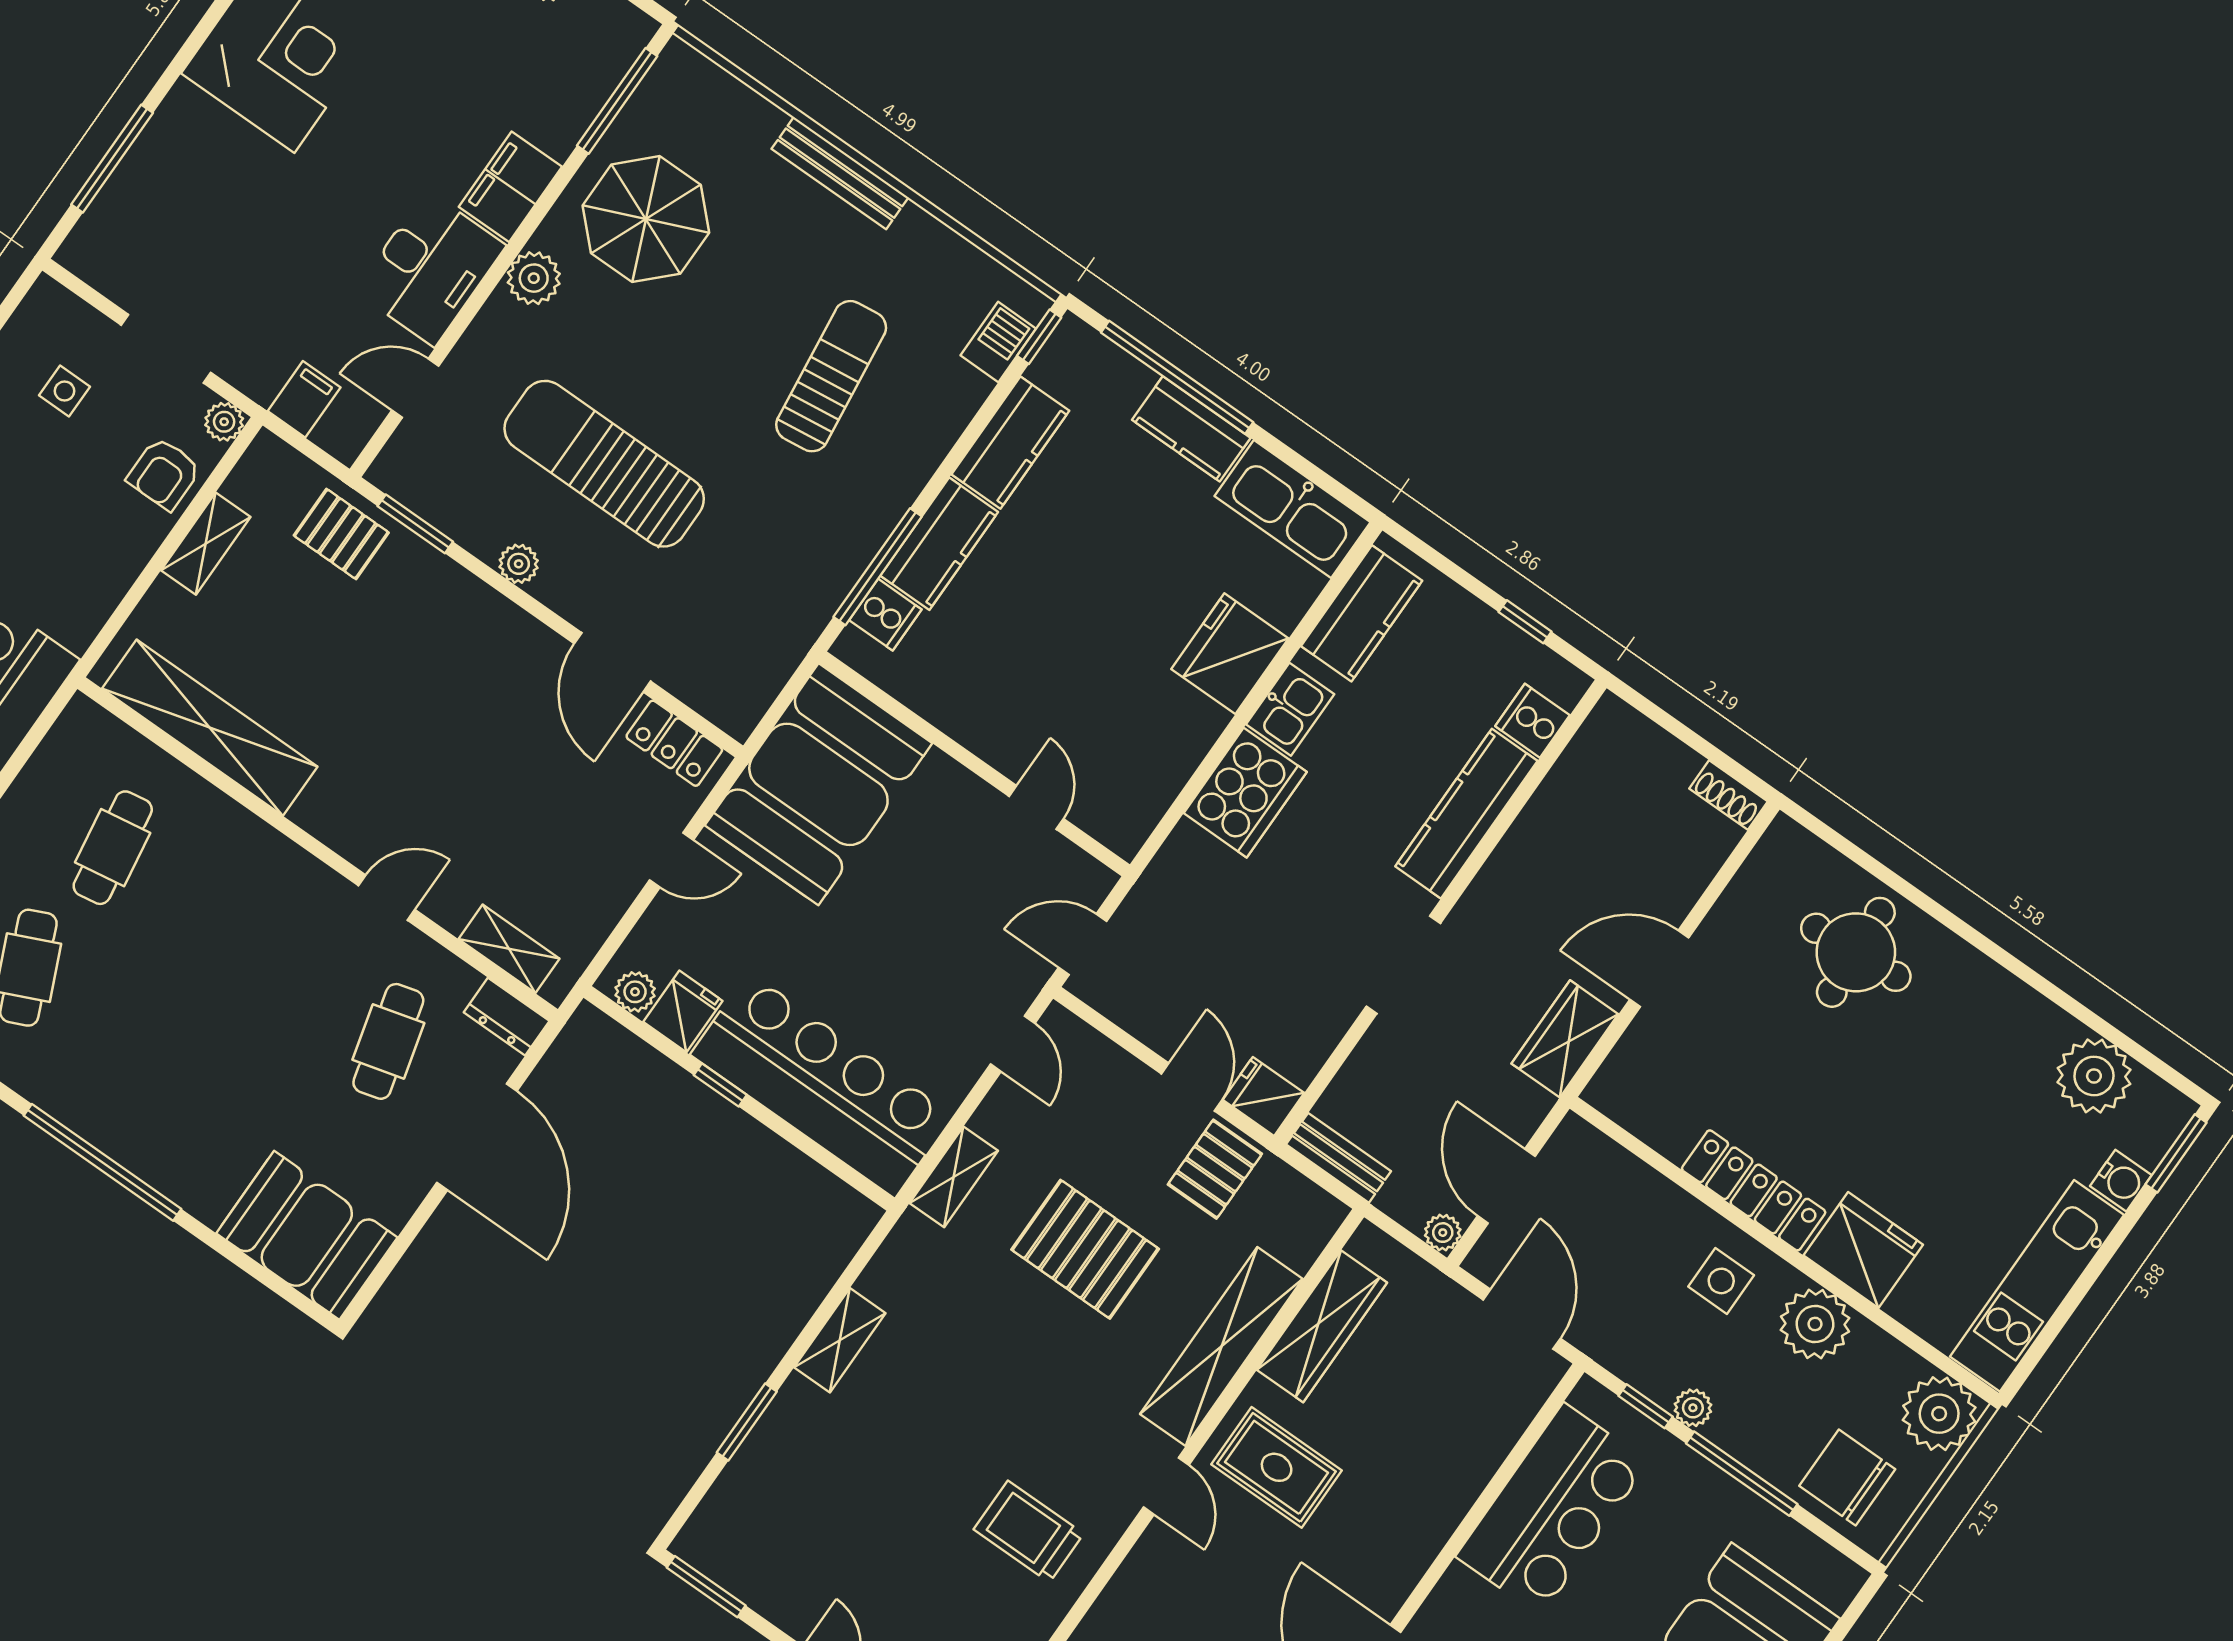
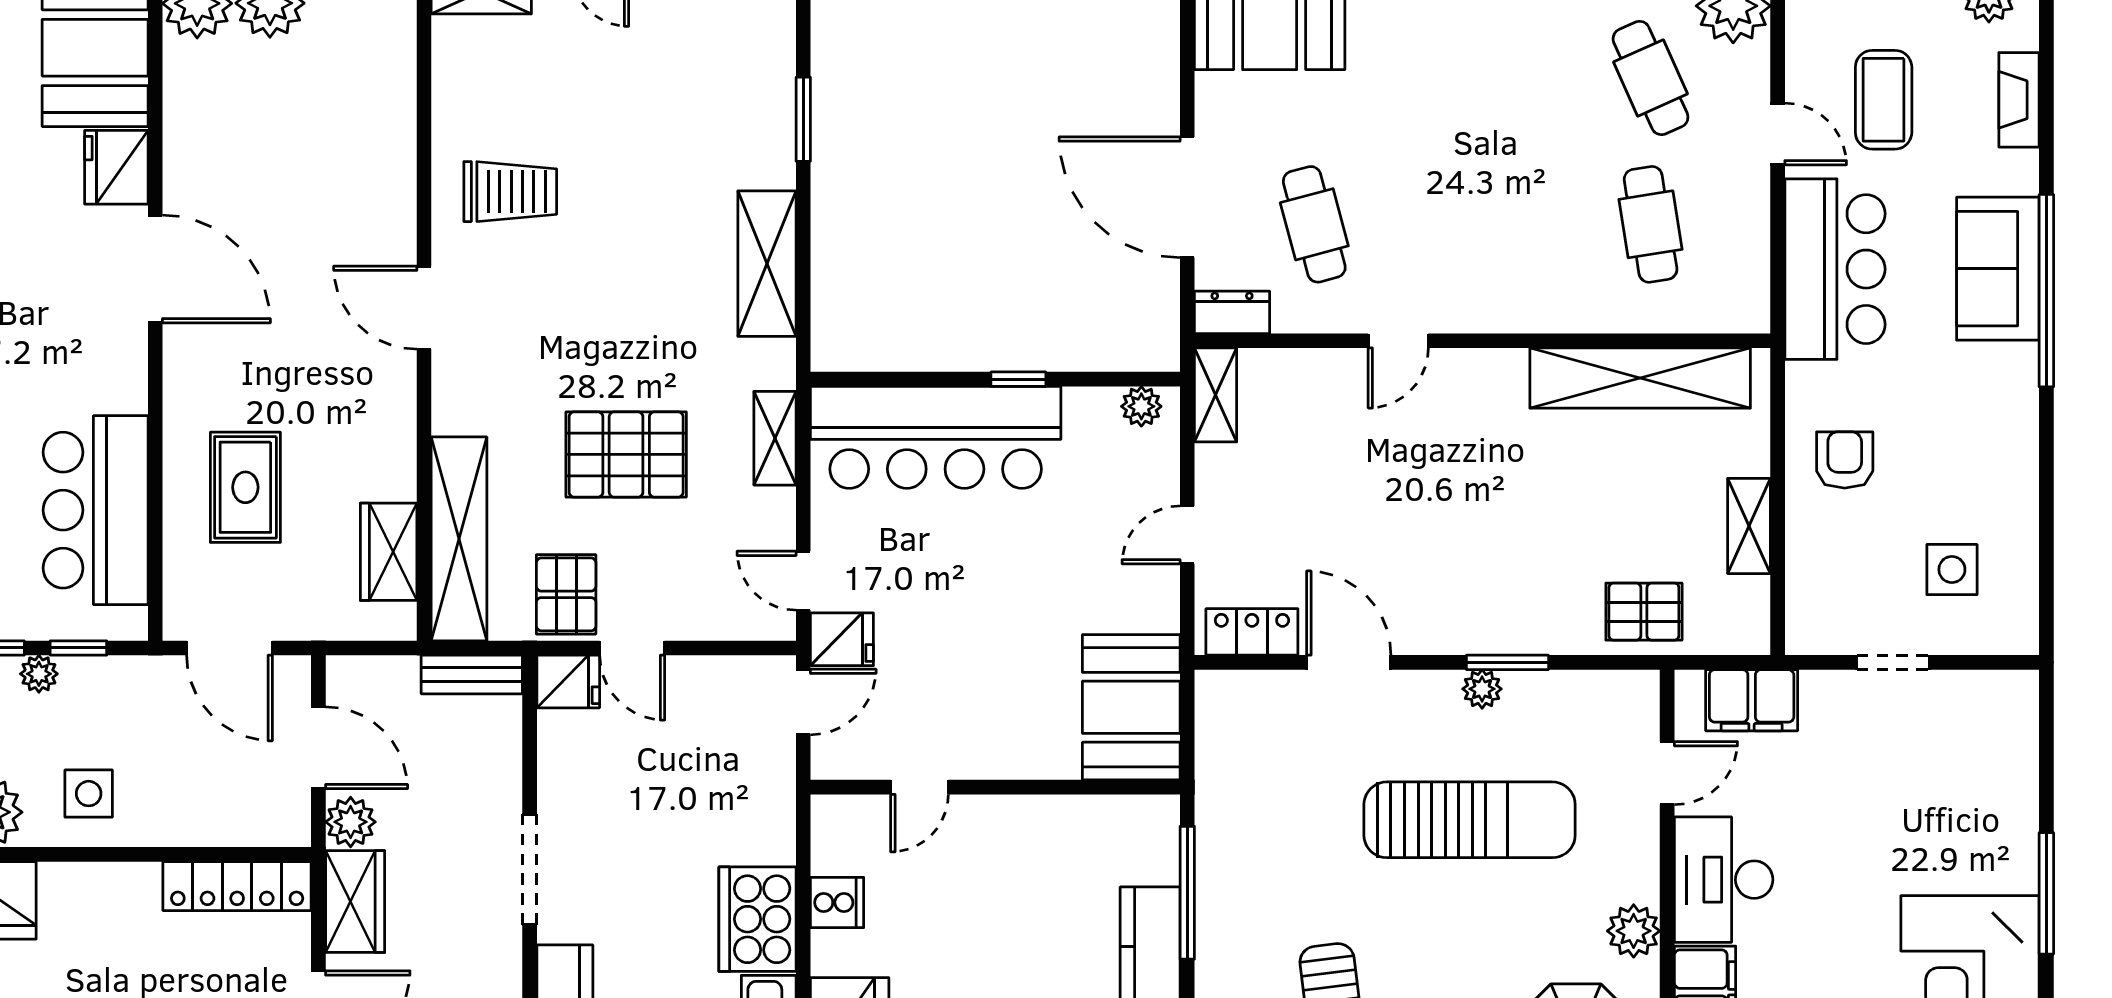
window: (112, 159) -> (2046, 893), moved
doorway: (166, 349) -> (1893, 662), width x0.73
side table: (65, 391) -> (1952, 570), width x1.37, depth x1.37
filing cabinet: (304, 399) -> (1752, 700), width x2.00
plant: (224, 422) -> (1804, 636), removed
armchair: (164, 474) -> (1845, 460), moved
window: (415, 524) -> (1507, 662), moved
cooker: (885, 615) -> (837, 903), moved, turned 180
booth: (818, 784) -> (1131, 707), width x0.73, depth x0.70
door: (1036, 807) -> (919, 787), hinge flipped
shelving: (509, 949) -> (1216, 395), moved, turned 90
fridge: (683, 1011) -> (842, 639), moved, turned -90
locker: (1754, 1190) -> (237, 886), moved
plant: (1443, 1233) -> (351, 822), moved, width x1.38, depth x1.38
wardrobe: (1322, 1326) -> (389, 552), width x0.67
shelving: (840, 1340) -> (767, 264), width x1.50, depth x1.33
shelving: (1221, 1347) -> (459, 539), moved
rug: (1277, 1467) -> (245, 487), moved, turned 90
door: (1166, 1486) -> (424, 308), width x1.38

